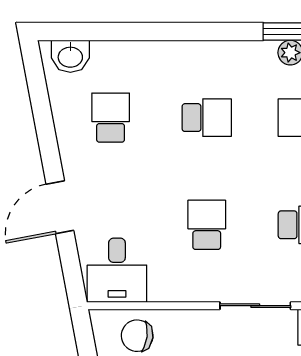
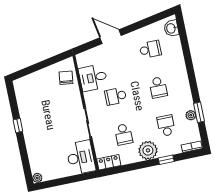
school desk: (207, 225) -> (116, 96), turned 180
desk: (117, 270) -> (93, 78), moved

